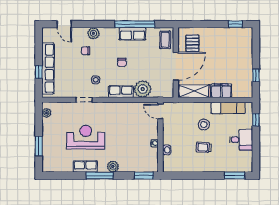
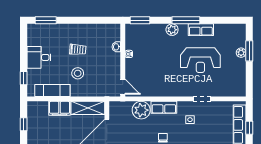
plant: (47, 113) -> (241, 53), moved

